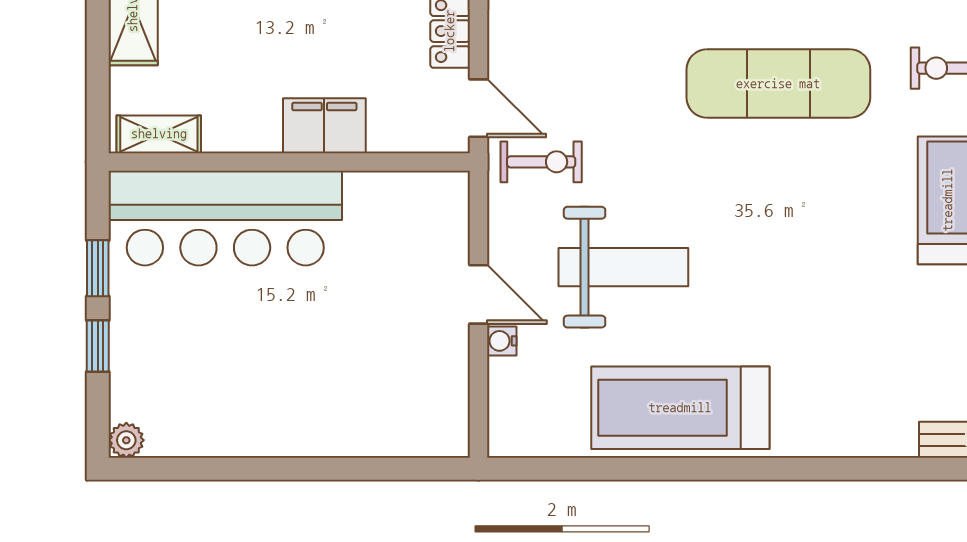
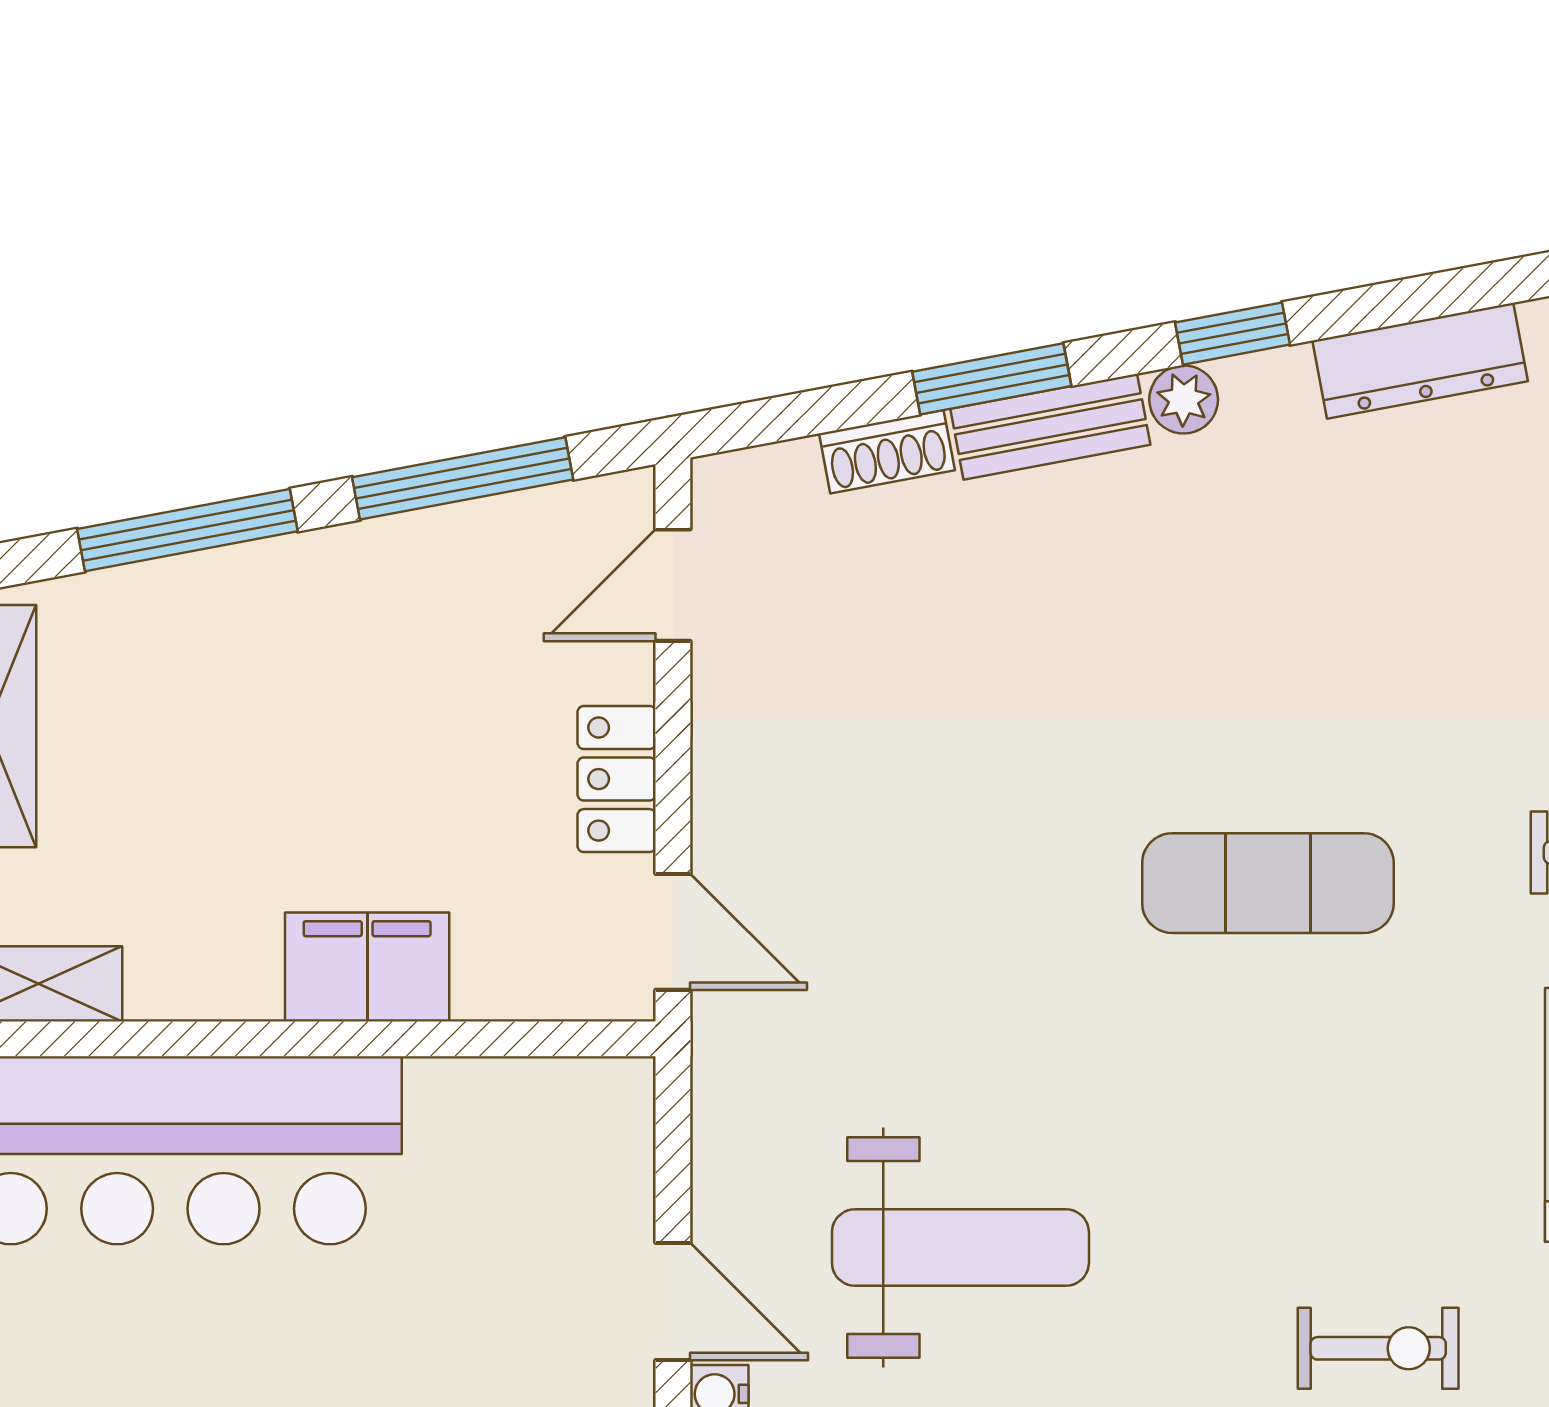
exercise mat: (778, 84) -> (1268, 883), width x0.73, depth x0.69
exercise bike: (541, 162) -> (1378, 1348), moved

